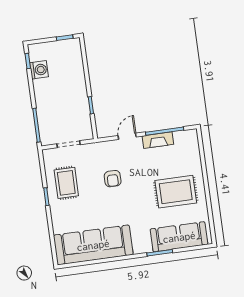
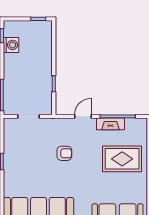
armchair: (113, 179) -> (64, 153), turned -90
rug: (66, 183) -> (22, 151), removed
rug: (176, 192) -> (122, 159), moved

